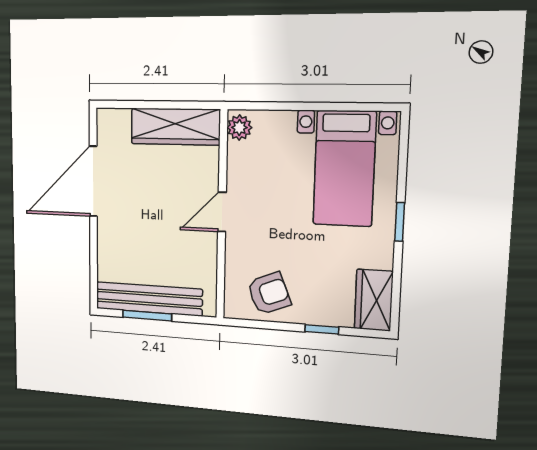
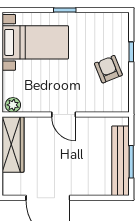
armchair: (269, 293) -> (108, 69), moved
wardrobe: (374, 300) -> (111, 22), removed

